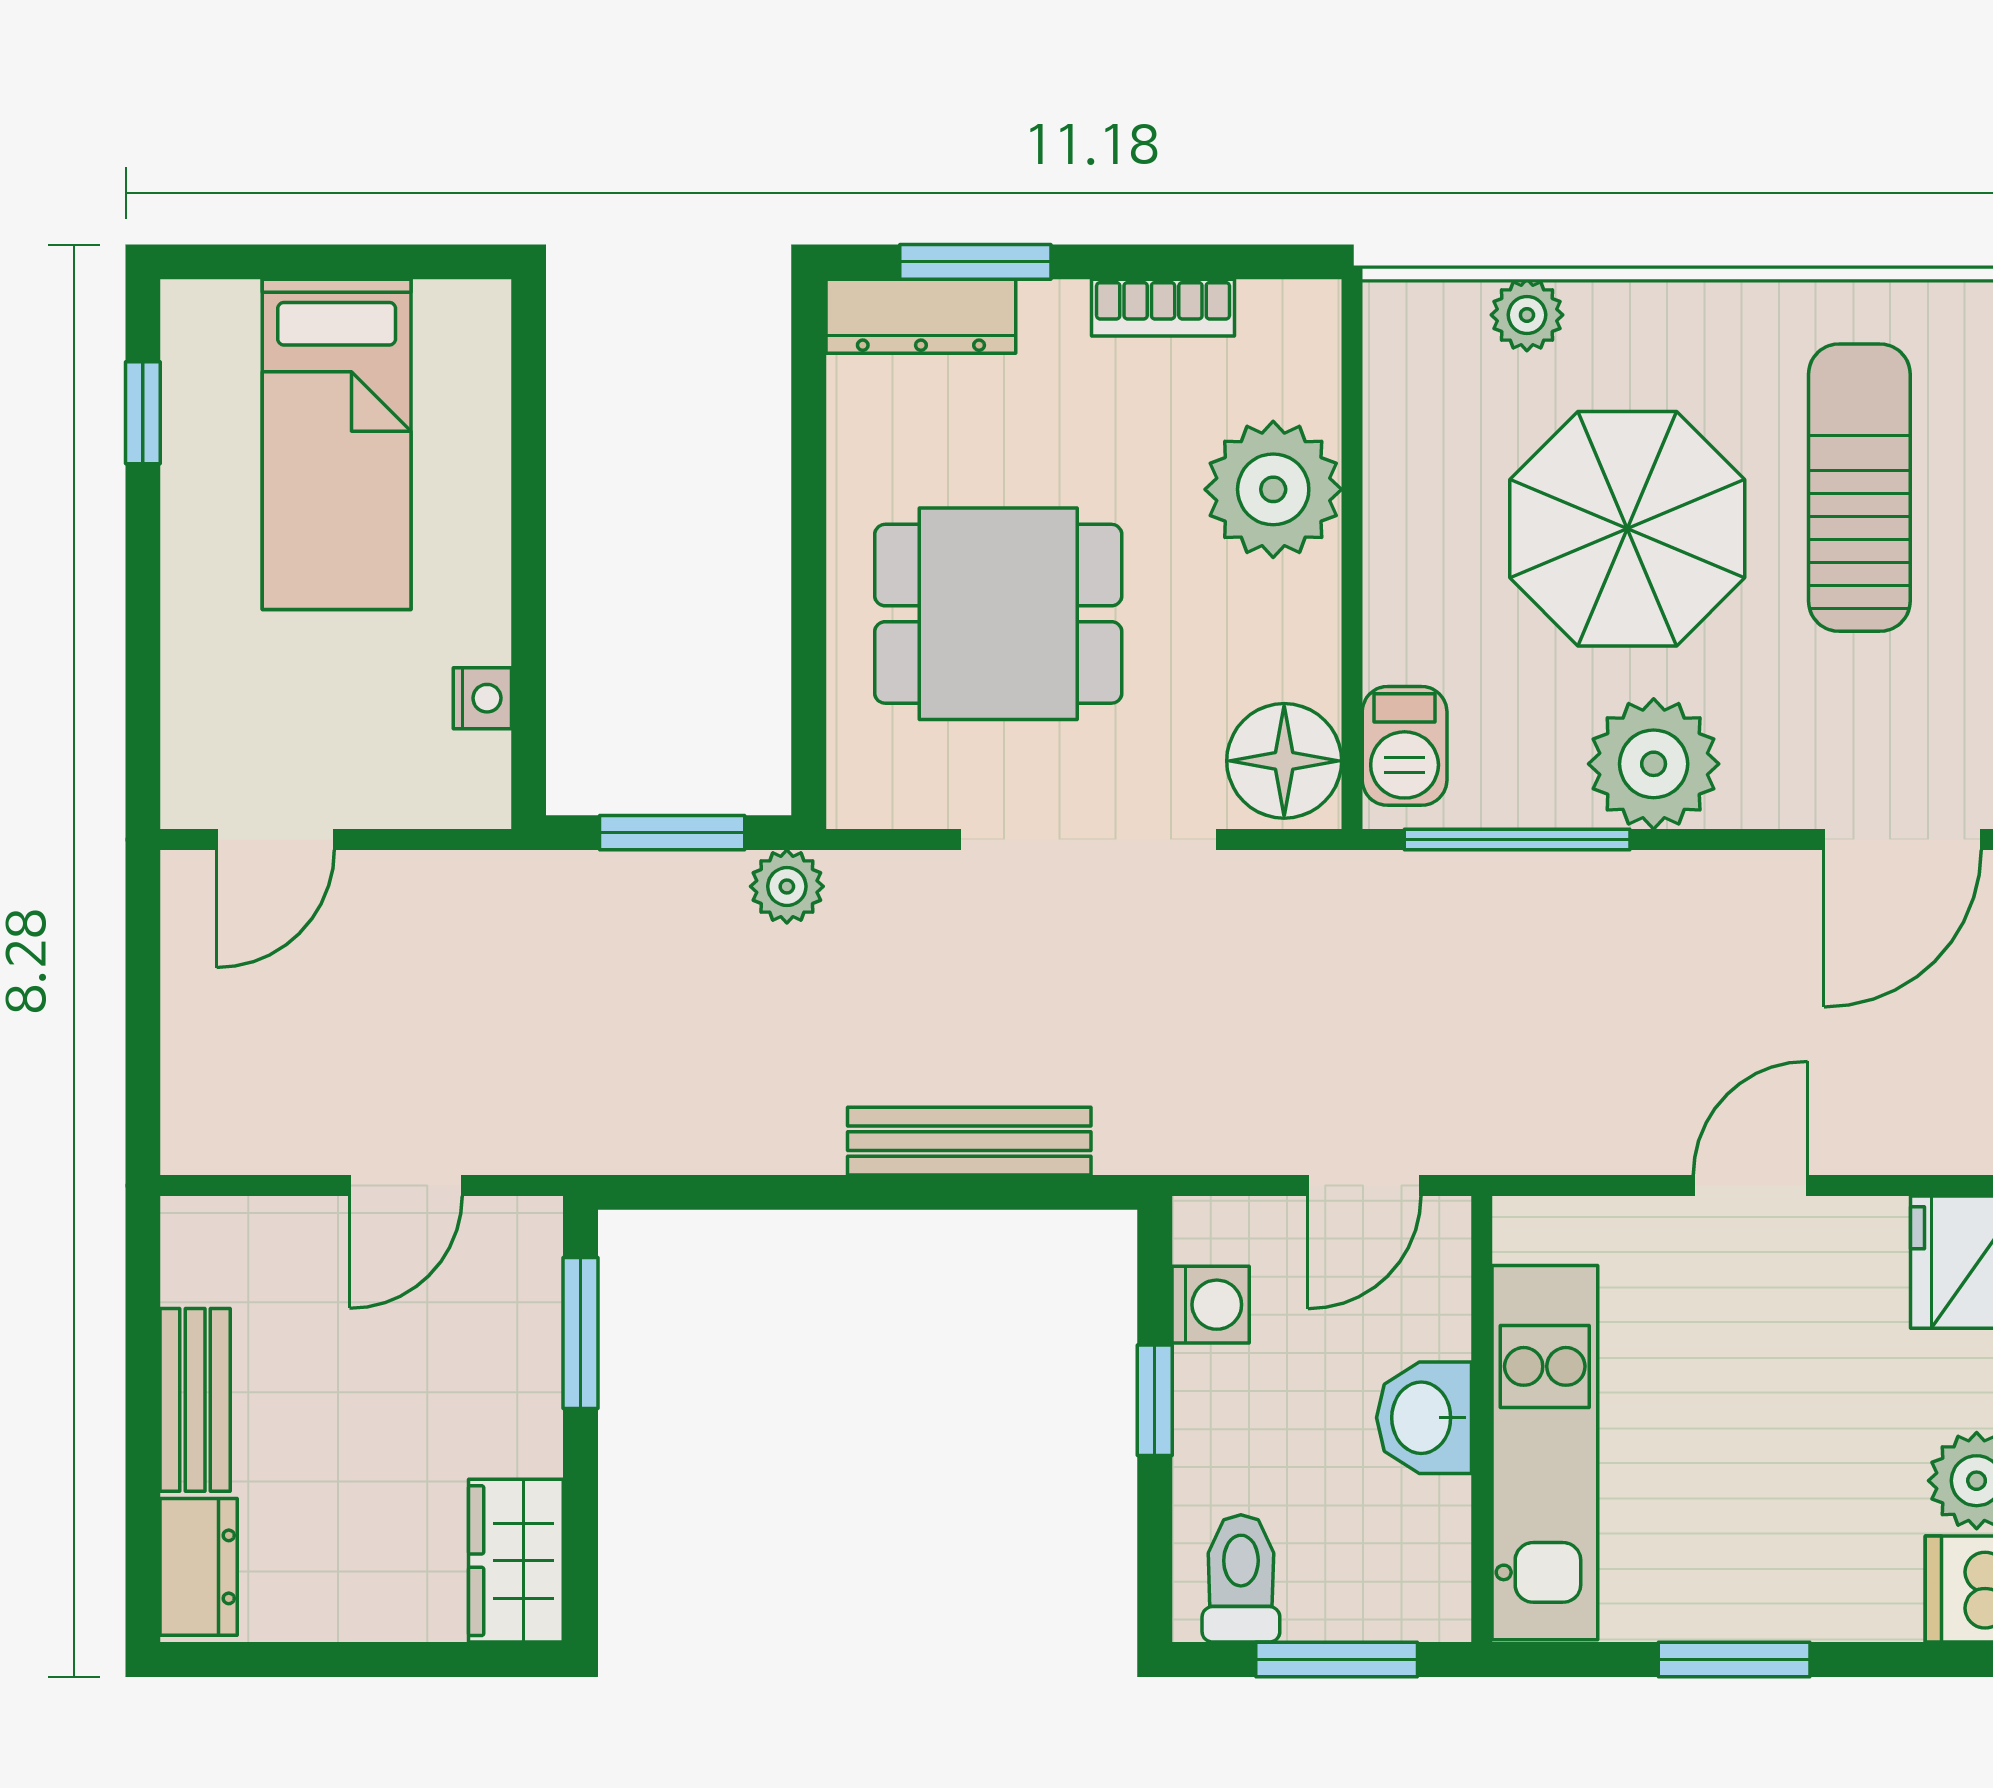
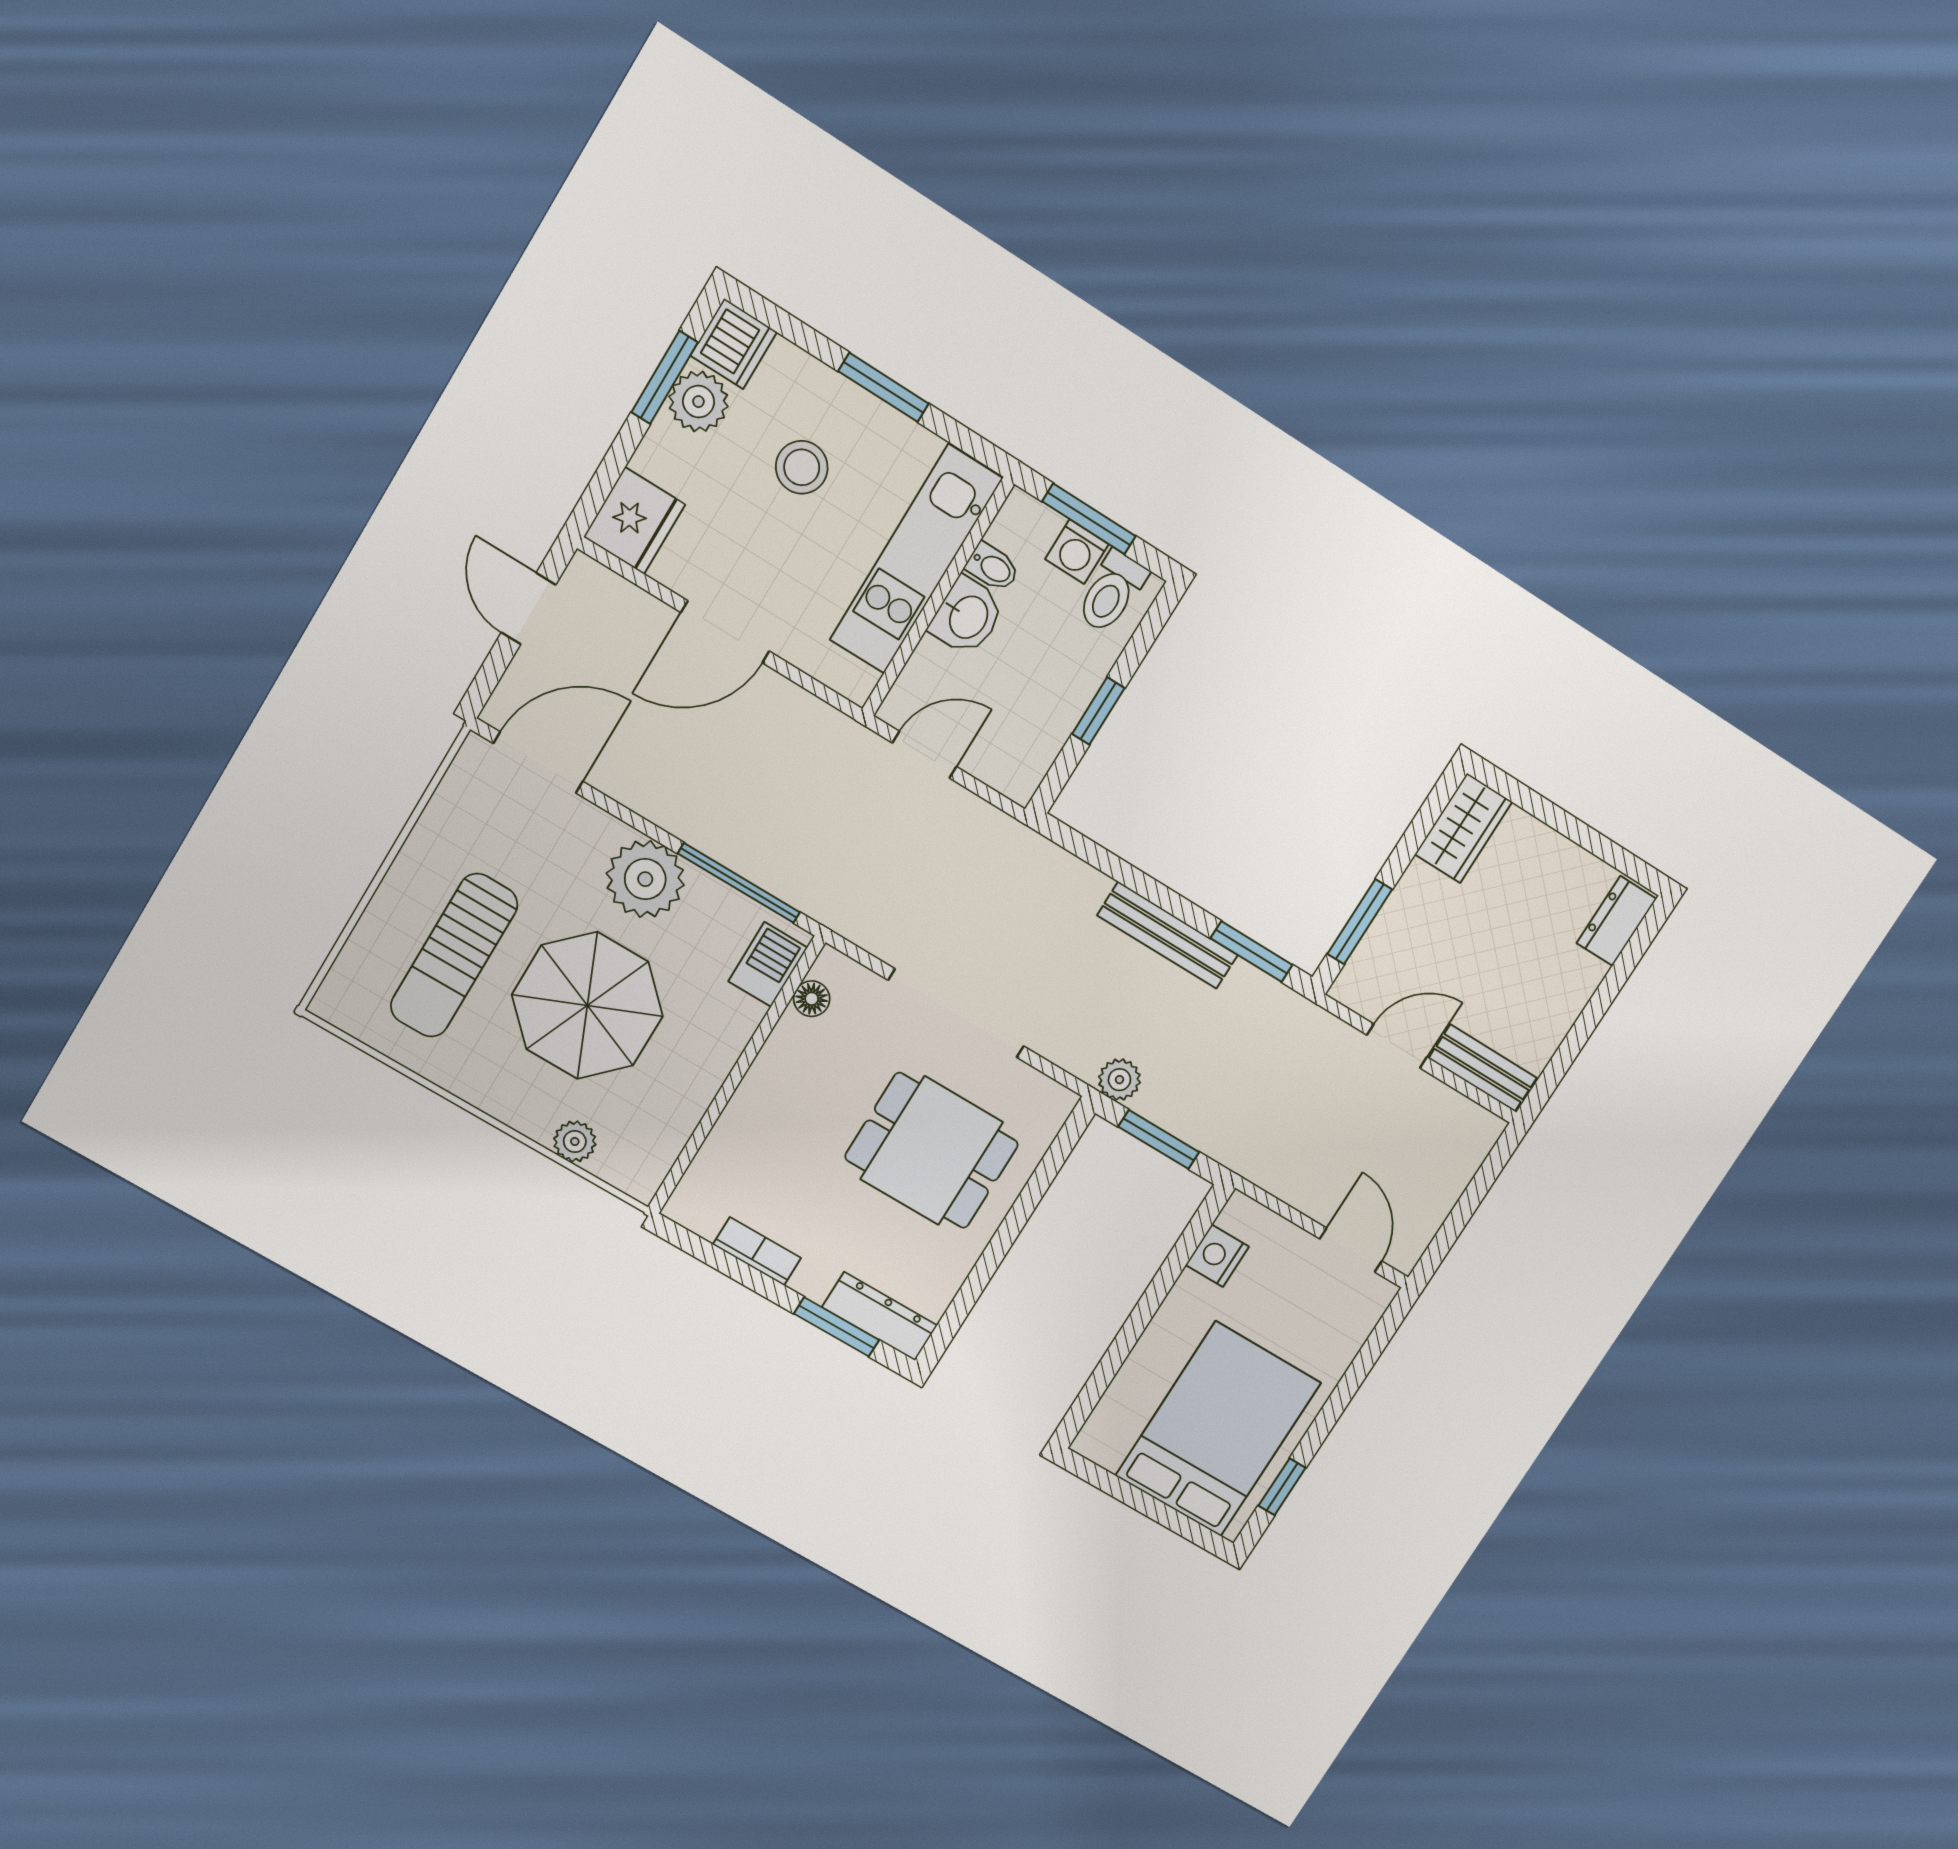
bed: (337, 444) -> (1218, 1429), width x1.50
plant: (1273, 489) -> (756, 1131), removed
nightstand: (482, 698) -> (1217, 1256), width x1.39, depth x1.35
floor lamp: (1284, 761) -> (812, 999), width x0.53, depth x0.53
door: (275, 840) -> (1351, 1250), hinge flipped
bench: (969, 1141) -> (1168, 935), moved
door: (1750, 1186) -> (725, 632), width x1.38
window: (712, 1192) -> (1252, 952), added
washing machine: (1211, 1305) -> (1077, 552), moved, turned -90
bench: (195, 1400) -> (1483, 1068), moved, turned 90
stool: (1781, 1480) -> (802, 467), added
bidet: (1431, 1508) -> (993, 567), added

